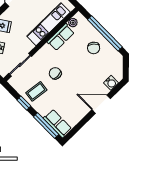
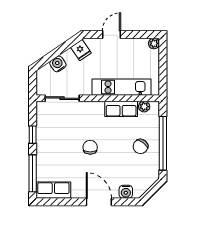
chair: (55, 73) -> (90, 147), moved
coffee table: (36, 91) -> (53, 135), removed
row of seats: (57, 123) -> (53, 190), moved, turned -90

